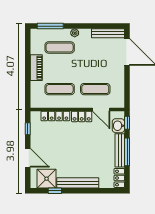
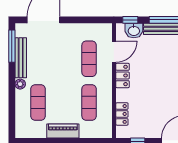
window: (50, 26) -> (12, 46), moved
bench: (108, 33) -> (21, 58), moved
locker: (55, 116) -> (122, 114), width x0.66

